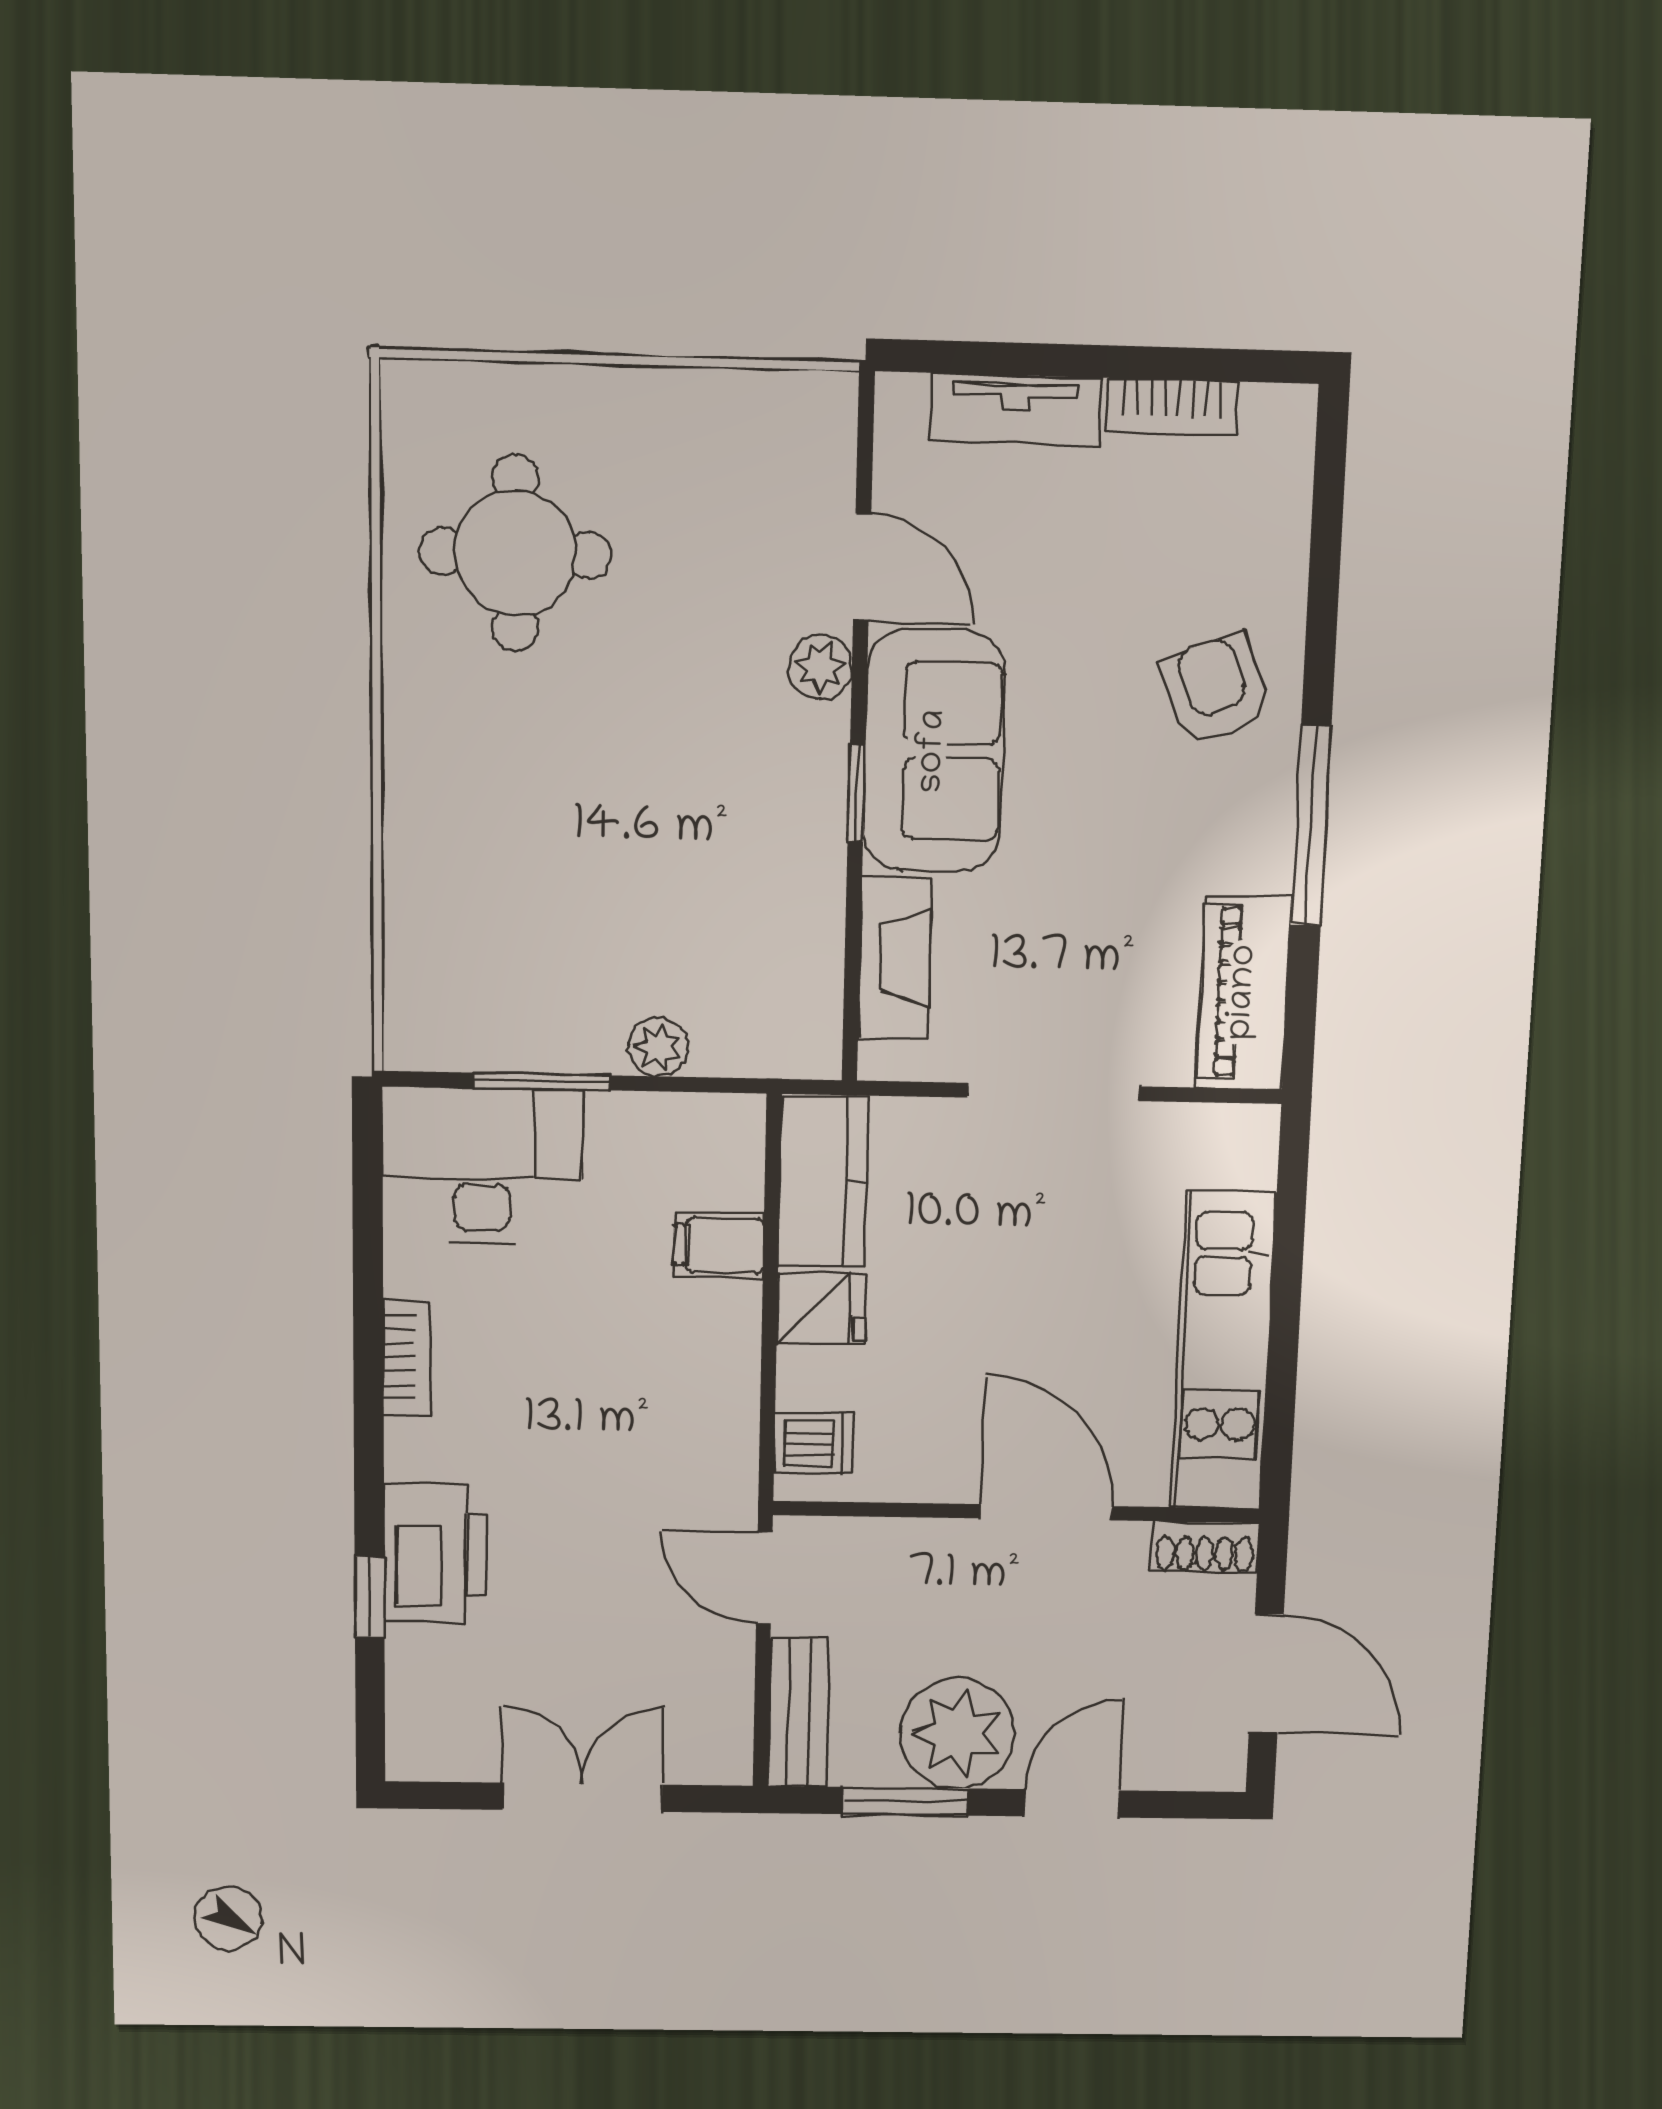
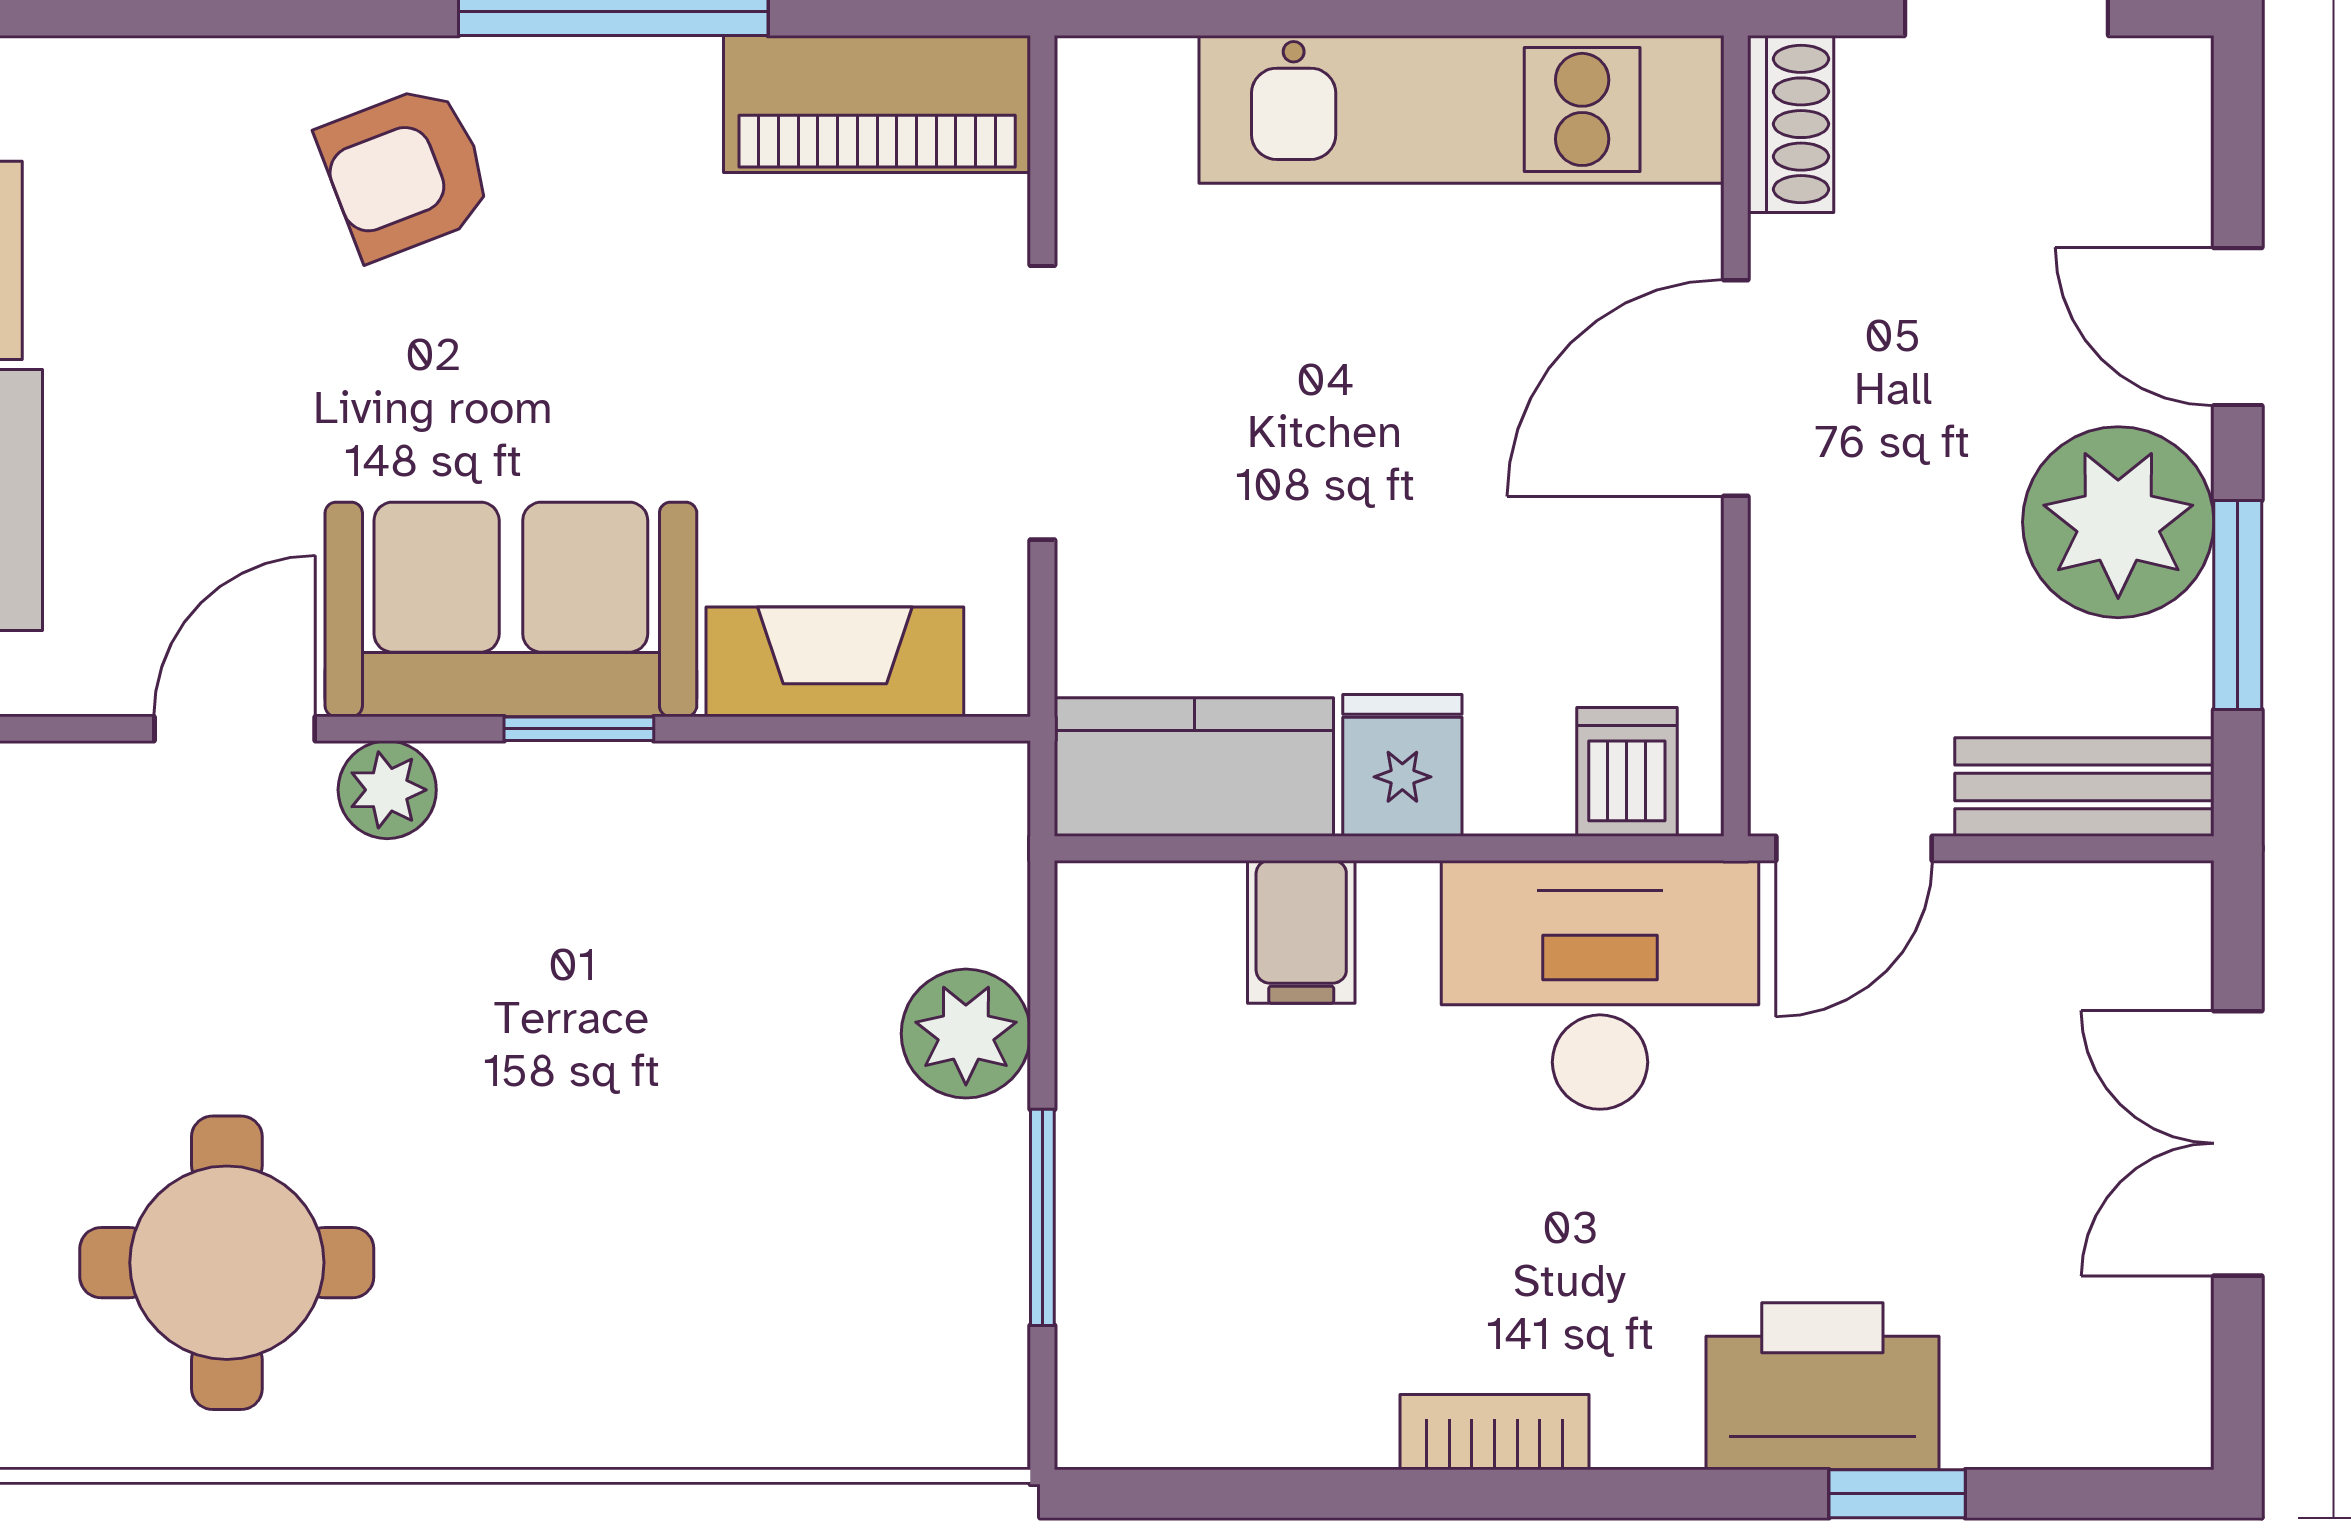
plant: (658, 1047) -> (966, 1034), width x1.38, depth x1.38
desk: (482, 1165) -> (1600, 985), moved, turned 90

